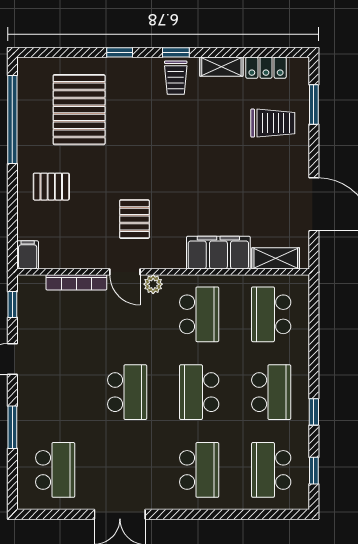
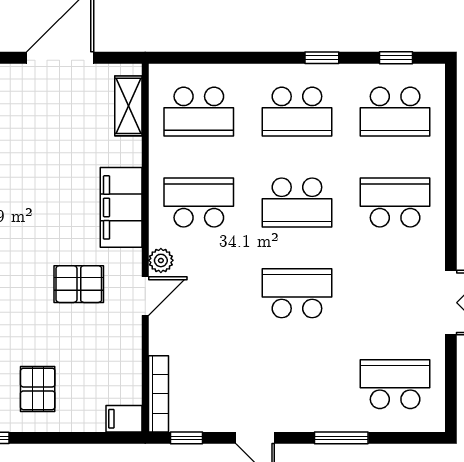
filing cabinet: (218, 253) -> (121, 207), moved
bookcase: (76, 282) -> (159, 394), moved
school desk: (271, 392) -> (297, 112), turned 180

